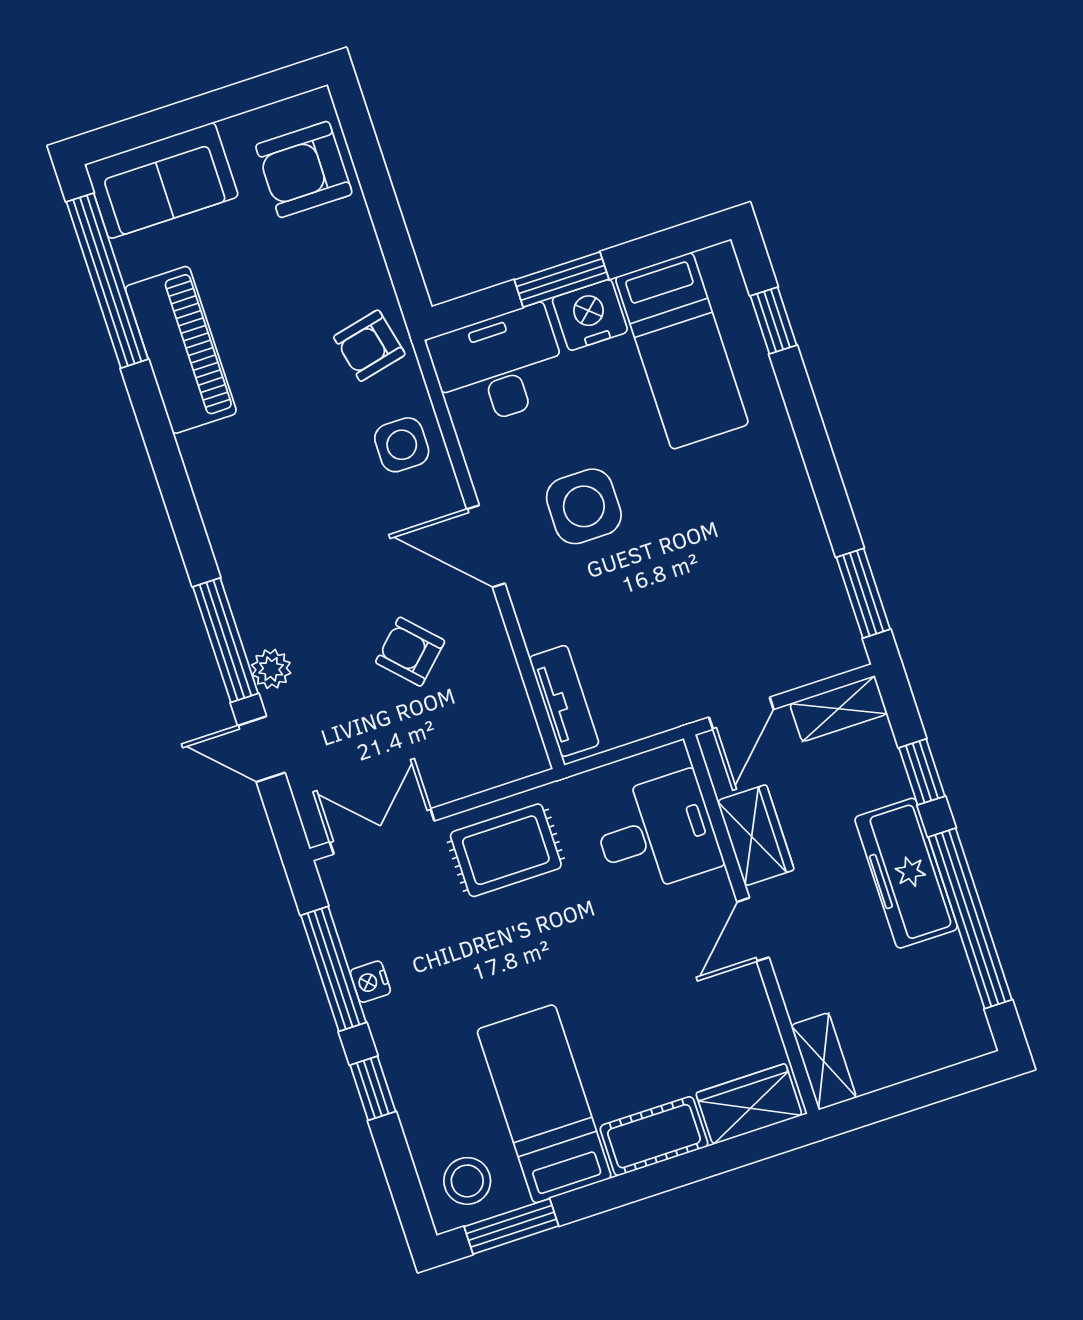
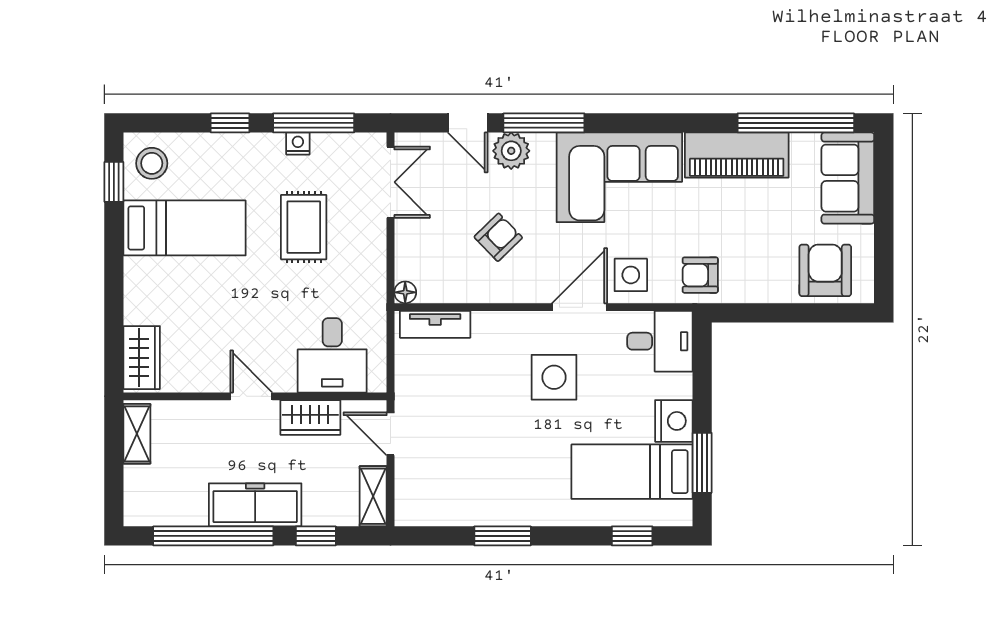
window: (562, 279) -> (702, 463), moved
armchair: (369, 346) -> (700, 275), turned -77
desk: (499, 367) -> (660, 341), width x0.73
corner sofa: (268, 507) -> (619, 177), added
door: (486, 546) -> (579, 307), moved
window: (863, 593) -> (503, 536), moved
plant: (271, 669) -> (511, 151), width x1.38, depth x1.38
door: (261, 749) -> (468, 123), swing flipped
floor lamp: (532, 759) -> (405, 292), added
rug: (506, 850) -> (304, 227), moved
shelving: (824, 1061) -> (137, 434), moved, turned 90
cot: (654, 1136) -> (141, 291), removed
window: (511, 1226) -> (114, 182), width x0.67

